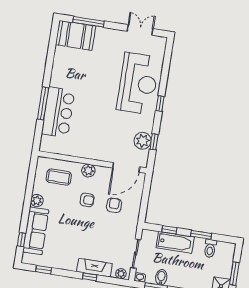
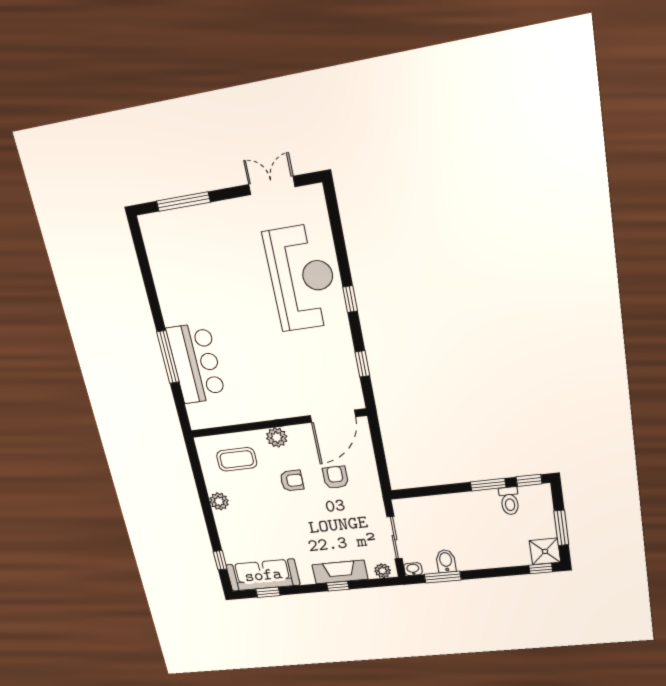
booth: (76, 35) -> (172, 232), removed
plant: (143, 141) -> (343, 368), removed
window: (169, 230) -> (529, 480), moved
sofa: (36, 231) -> (263, 575), moved, turned -90
bathtub: (175, 242) -> (450, 506), removed

